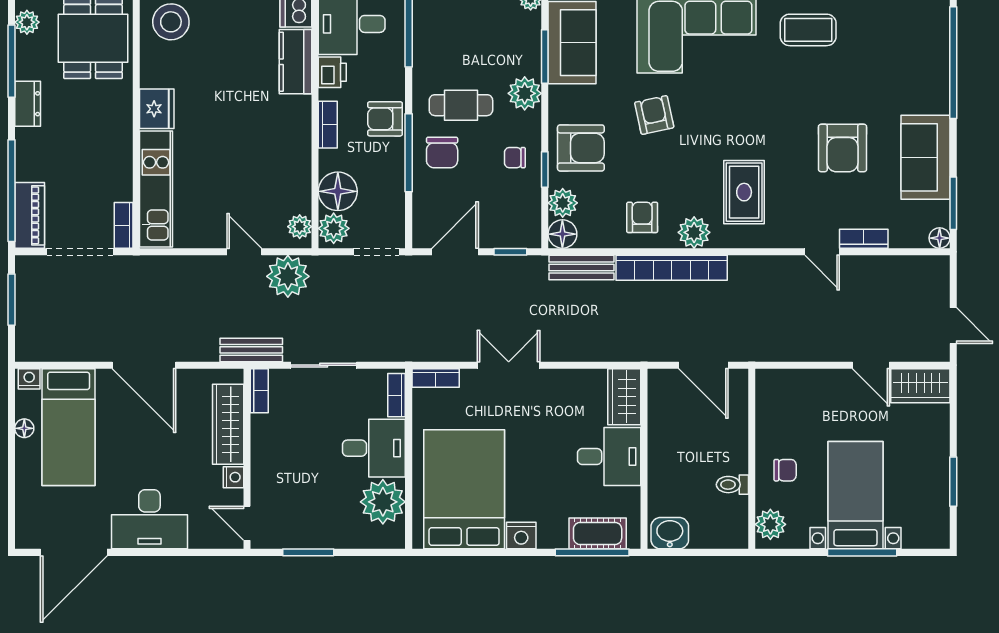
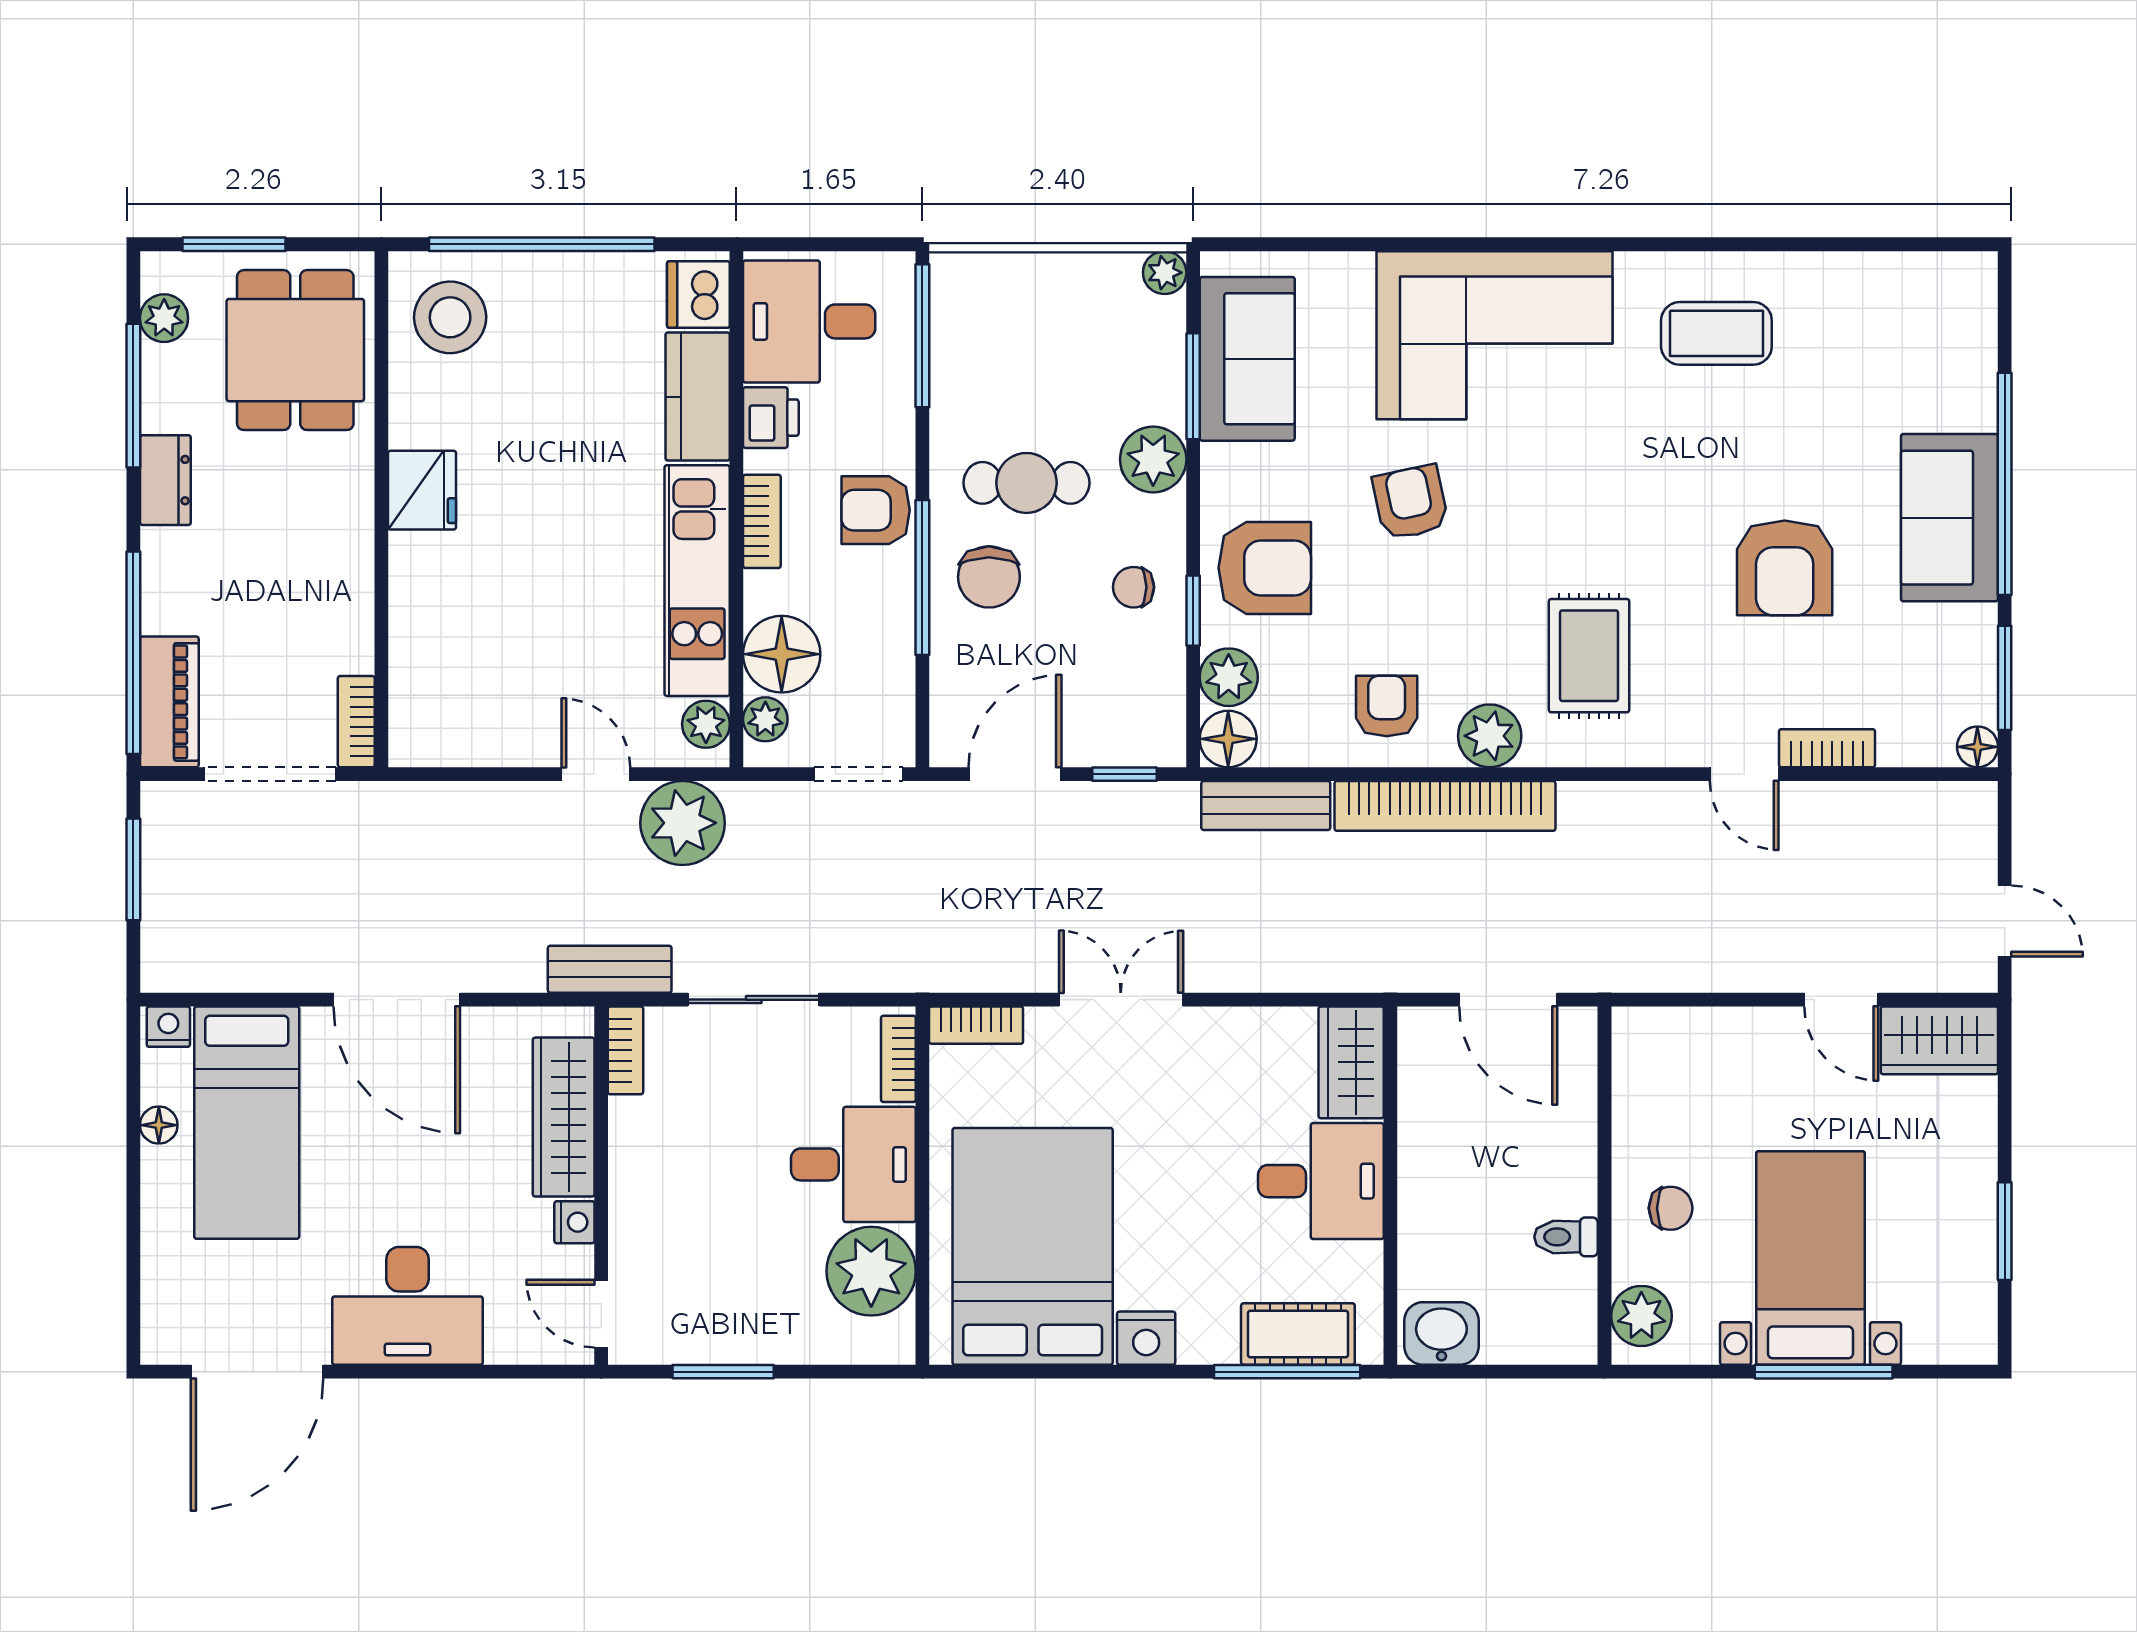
window: (953, 63) -> (2005, 484), moved
sofa: (925, 157) -> (1949, 518), moved
kitchen unit: (156, 189) -> (697, 581), moved, turned 180
plant: (334, 228) -> (765, 719), width x0.73, depth x0.73

